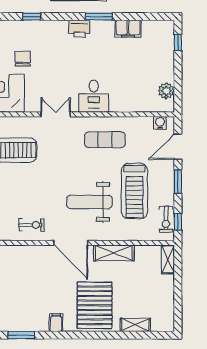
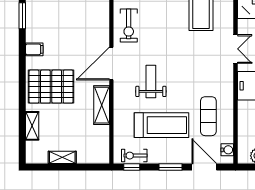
exercise mat: (105, 140) -> (208, 116), moved
treadmill: (134, 191) -> (161, 125), turned 180
weight bench: (89, 202) -> (151, 82), width x0.73, depth x0.75
exercise bike: (31, 225) -> (129, 26), width x1.38, depth x1.39
shelving: (168, 259) -> (62, 157), moved

